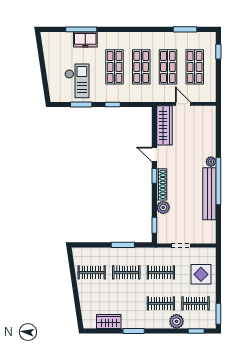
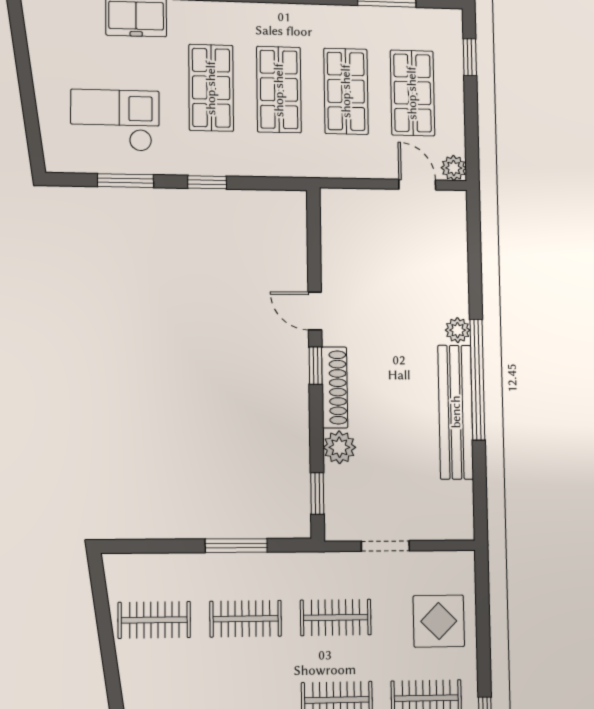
checkout: (77, 81) -> (115, 120), turned -90
plant: (211, 97) -> (454, 168), added
door: (183, 104) -> (417, 185), moved
wardrobe: (164, 125) -> (339, 237), removed

